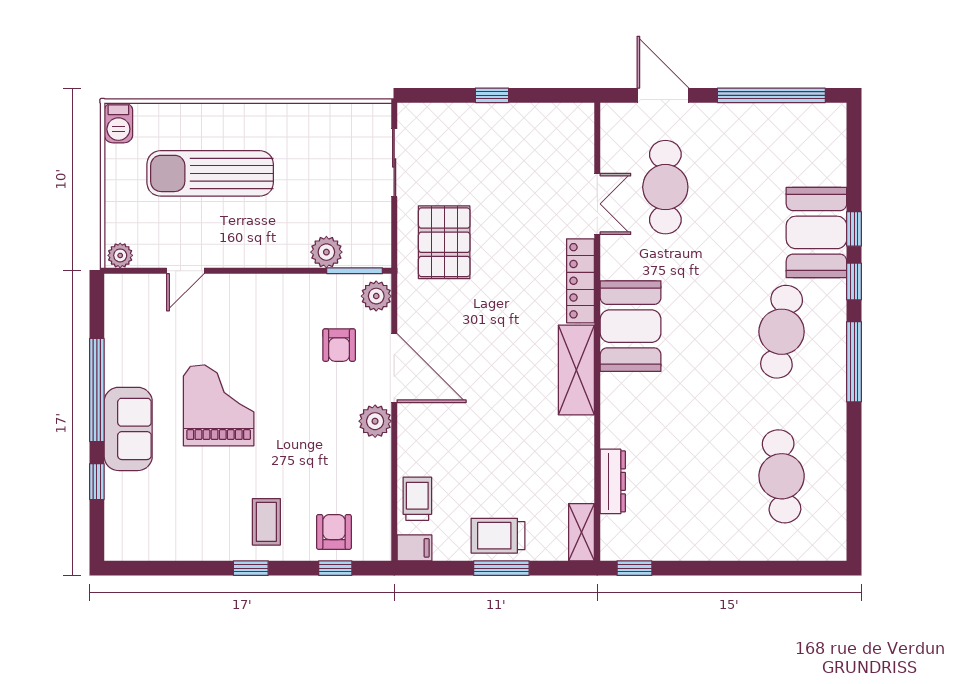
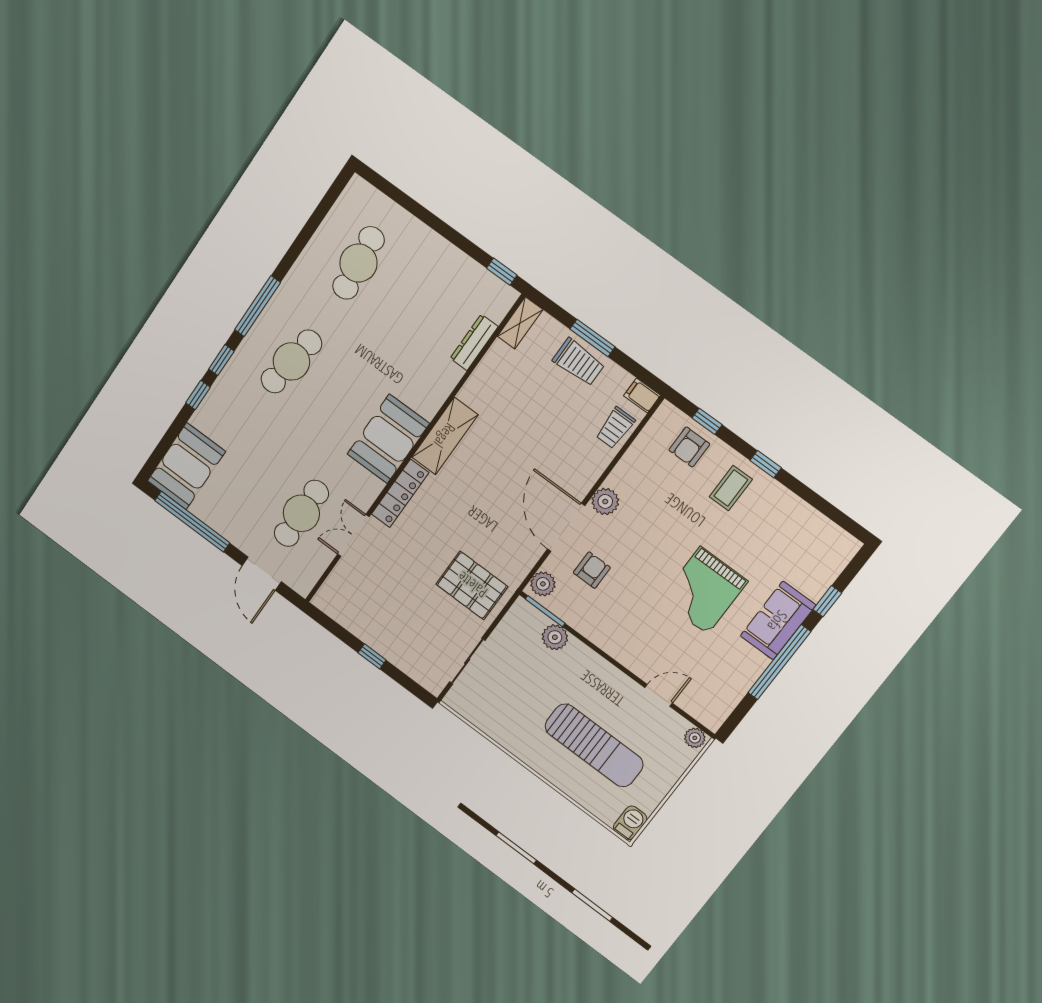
booth: (816, 232) -> (186, 466), moved
pallet: (444, 242) -> (472, 585), turned 90

